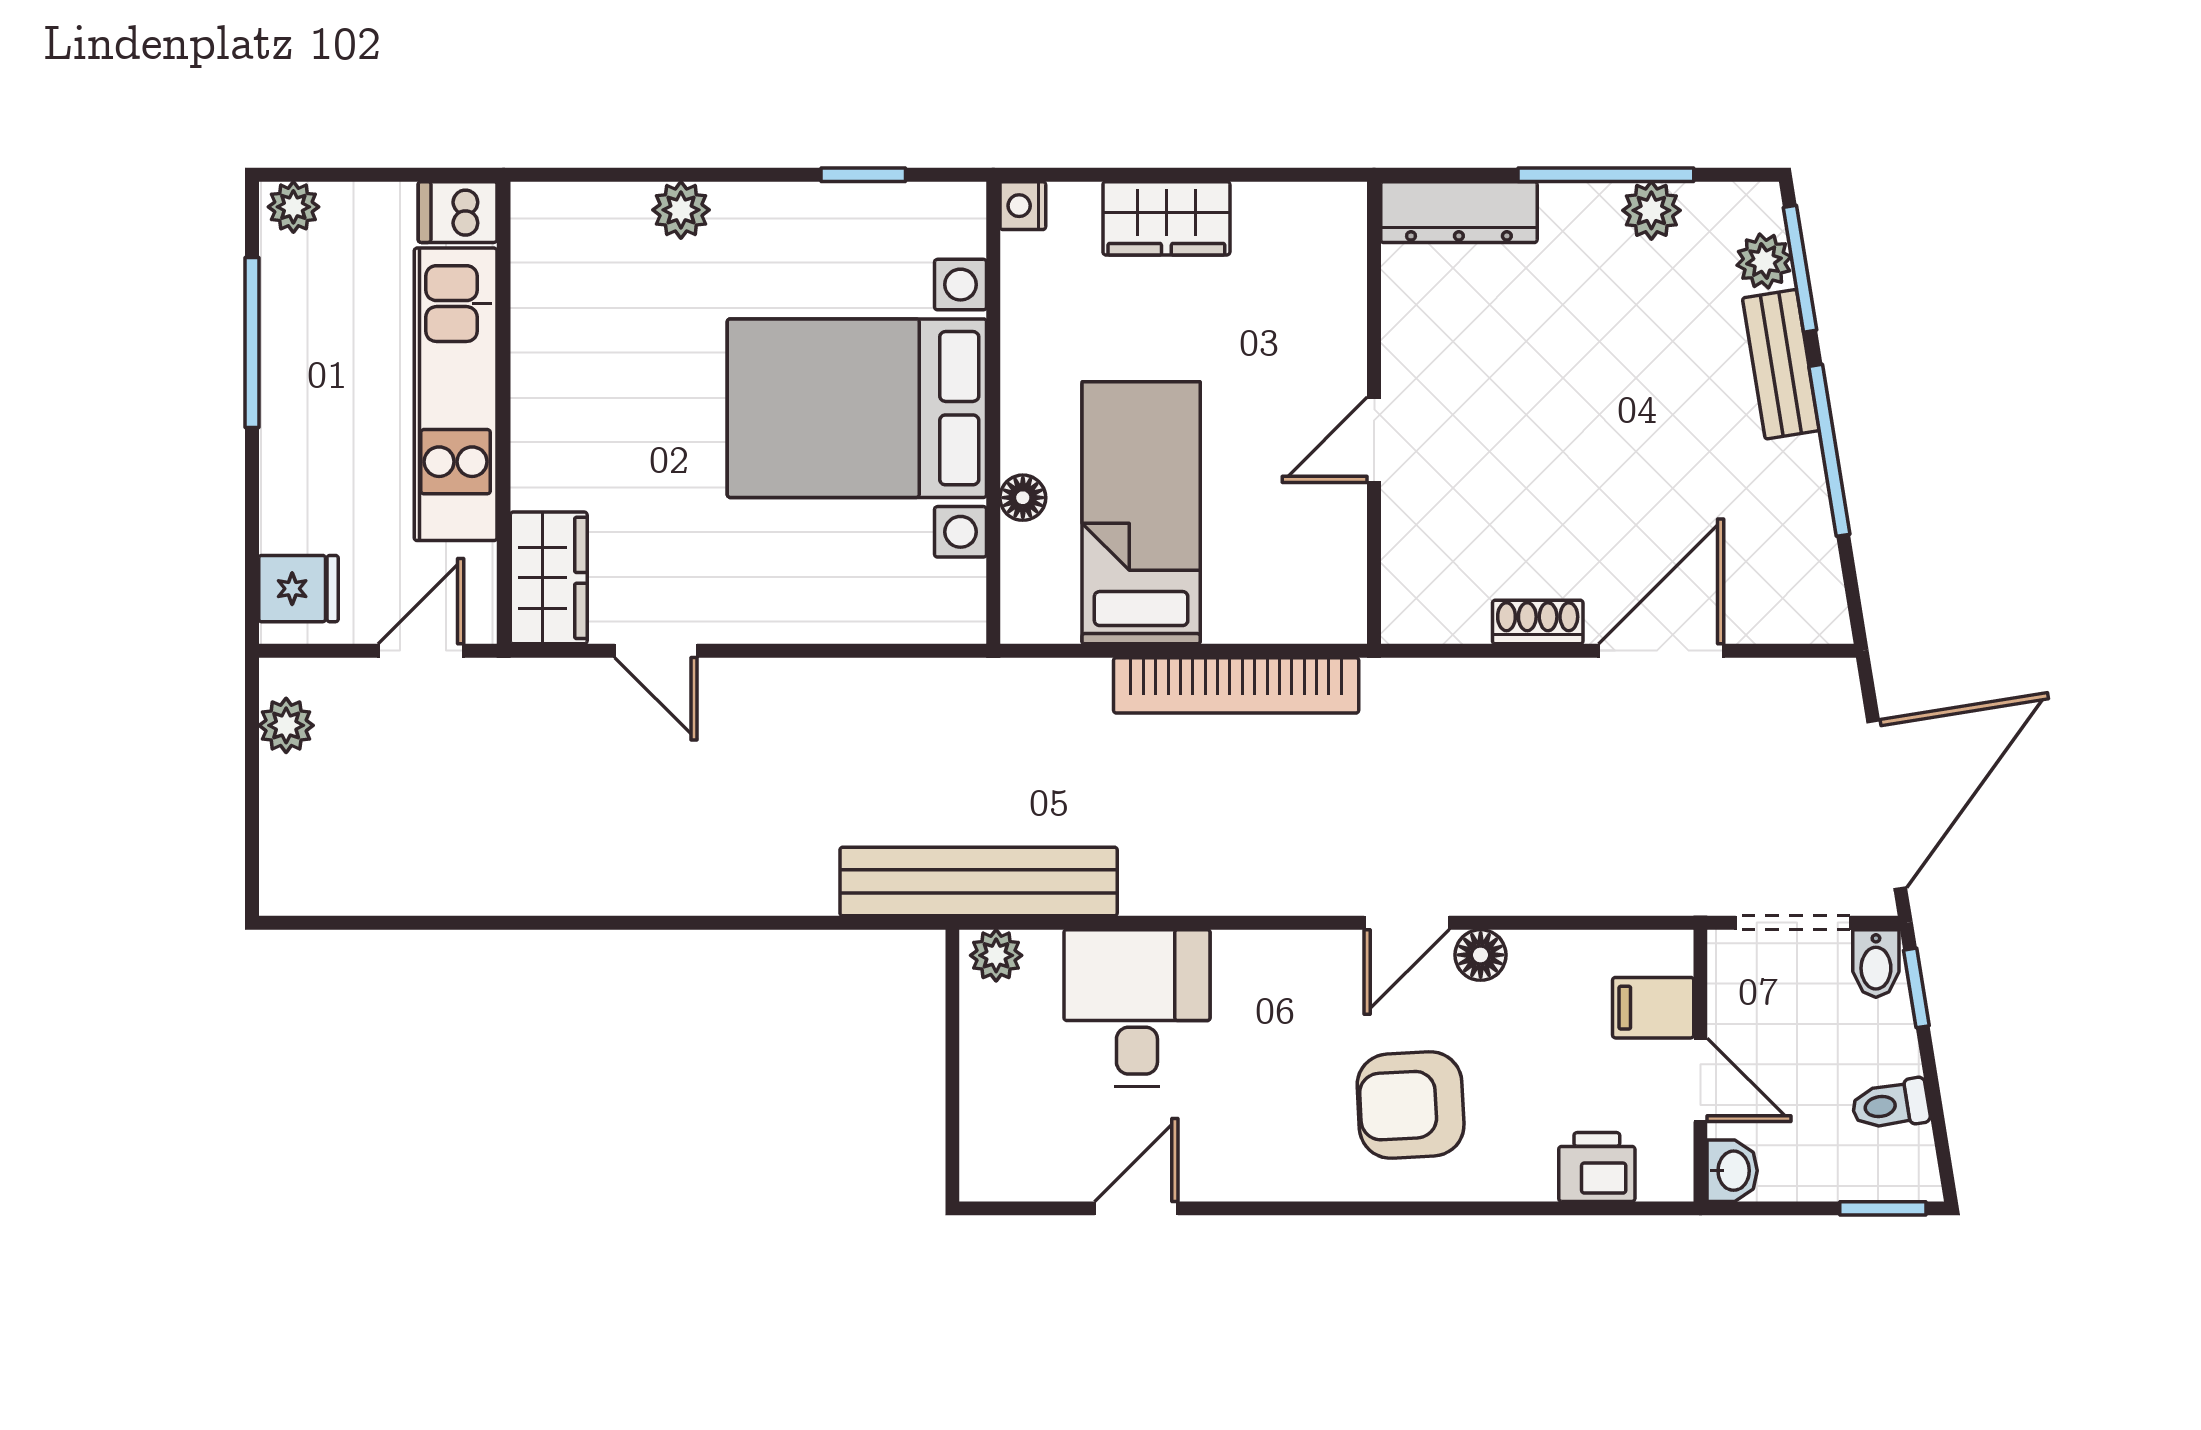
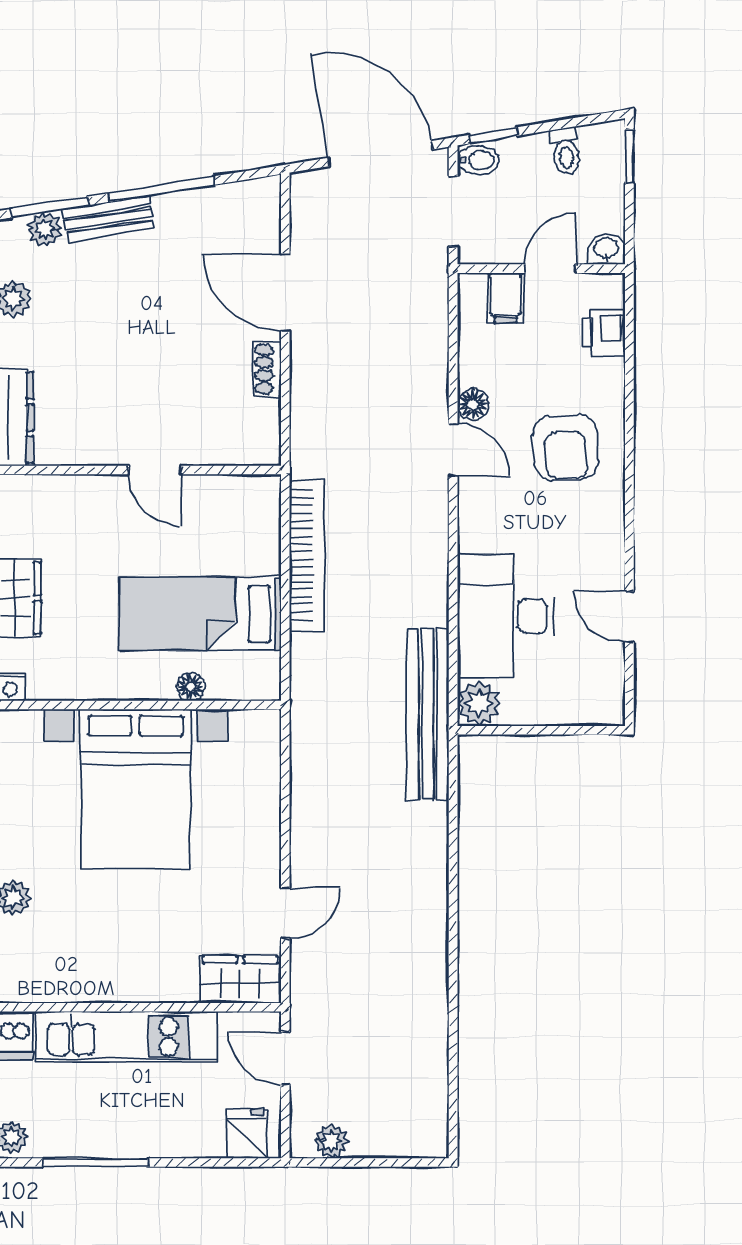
plant: (996, 955) -> (479, 703), width x1.38, depth x1.38
desk: (1137, 1008) -> (506, 616), width x1.37

